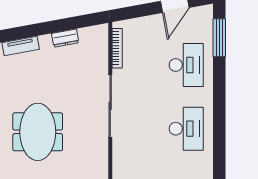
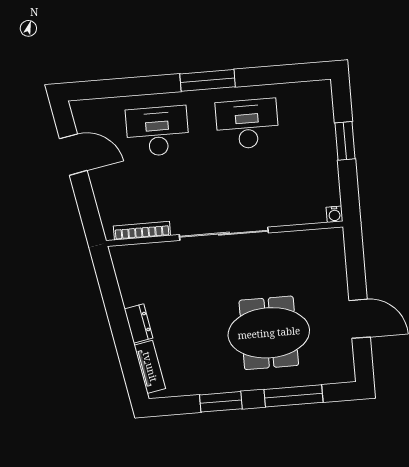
dresser: (65, 38) -> (139, 324), moved
window: (219, 38) -> (208, 80), moved

